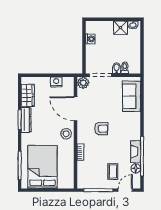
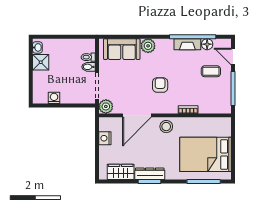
plant: (134, 118) -> (148, 46), added

